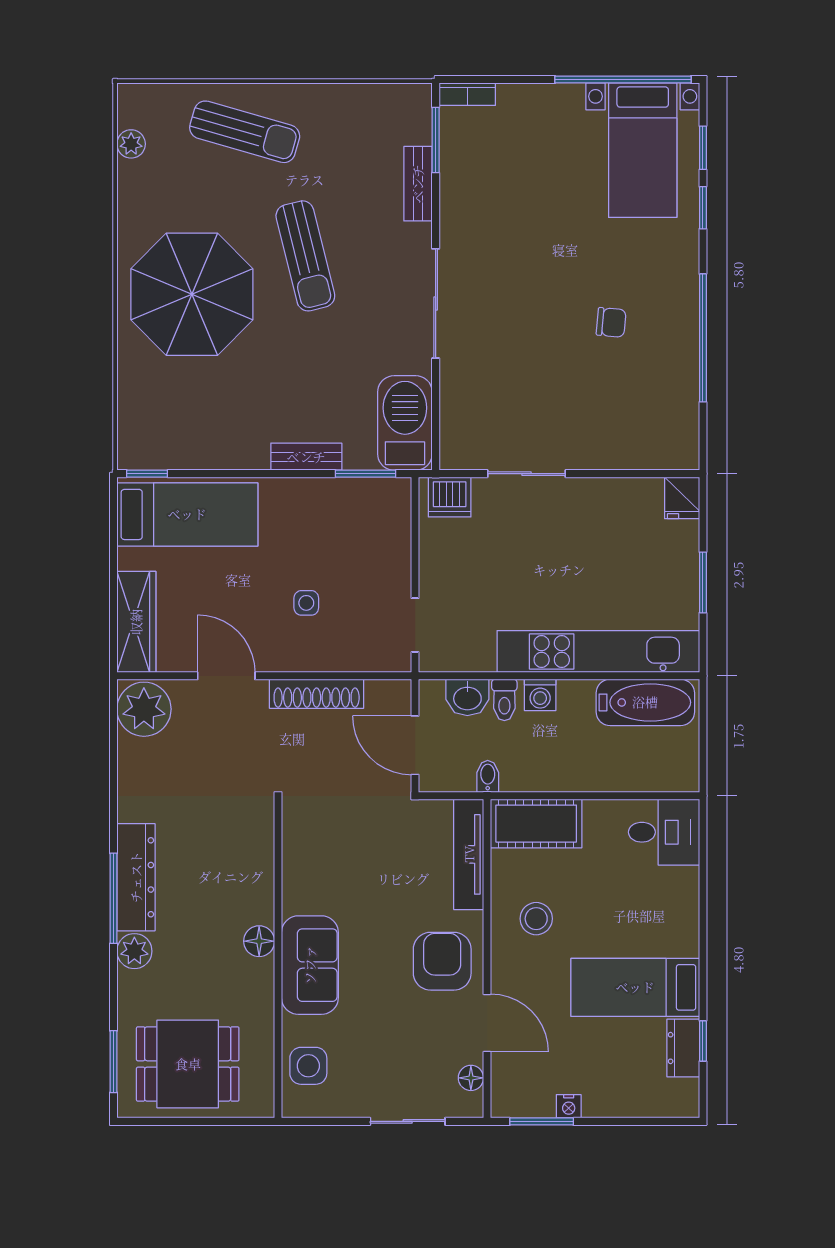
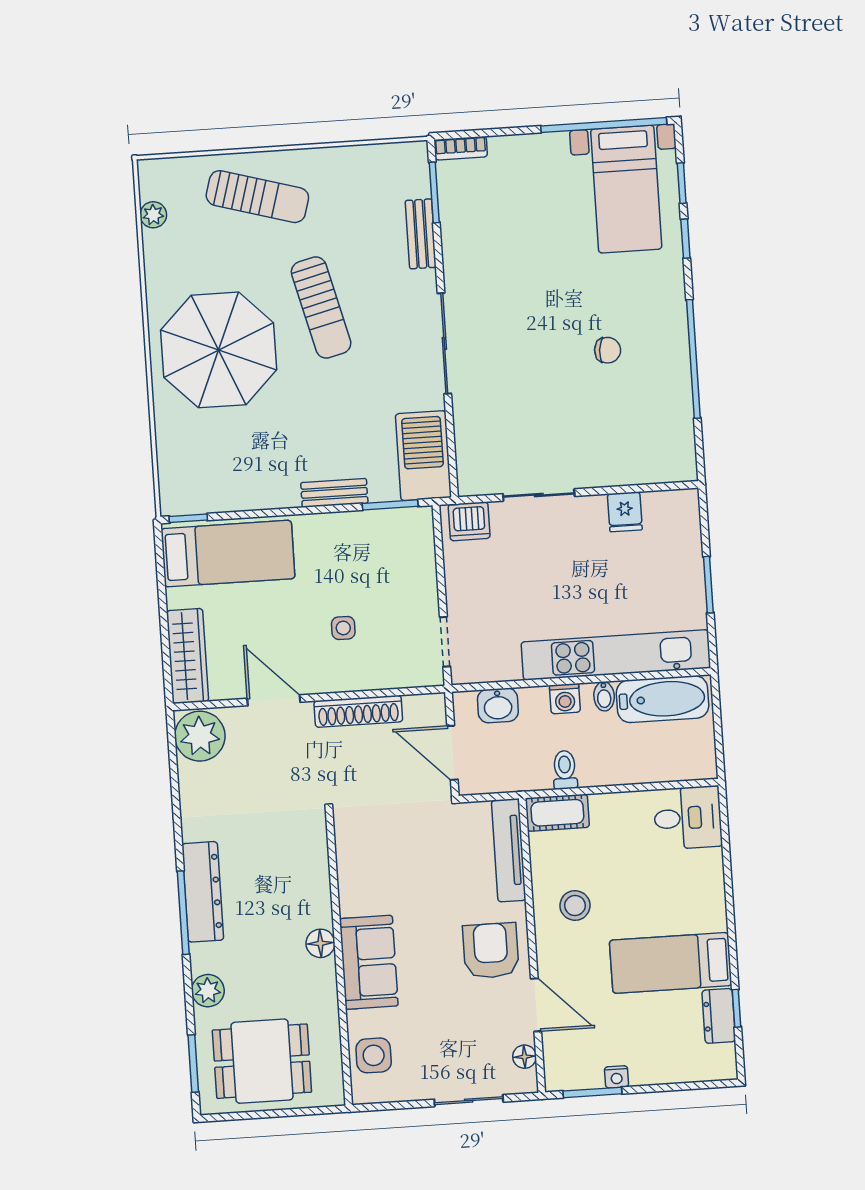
fridge: (682, 498) -> (625, 512), moved
toilet: (504, 700) -> (565, 770), moved, turned 180
bidet: (488, 776) -> (604, 696), moved, turned 180
cot: (536, 824) -> (557, 813), width x0.73, depth x0.75
plant: (134, 951) -> (208, 991), moved

